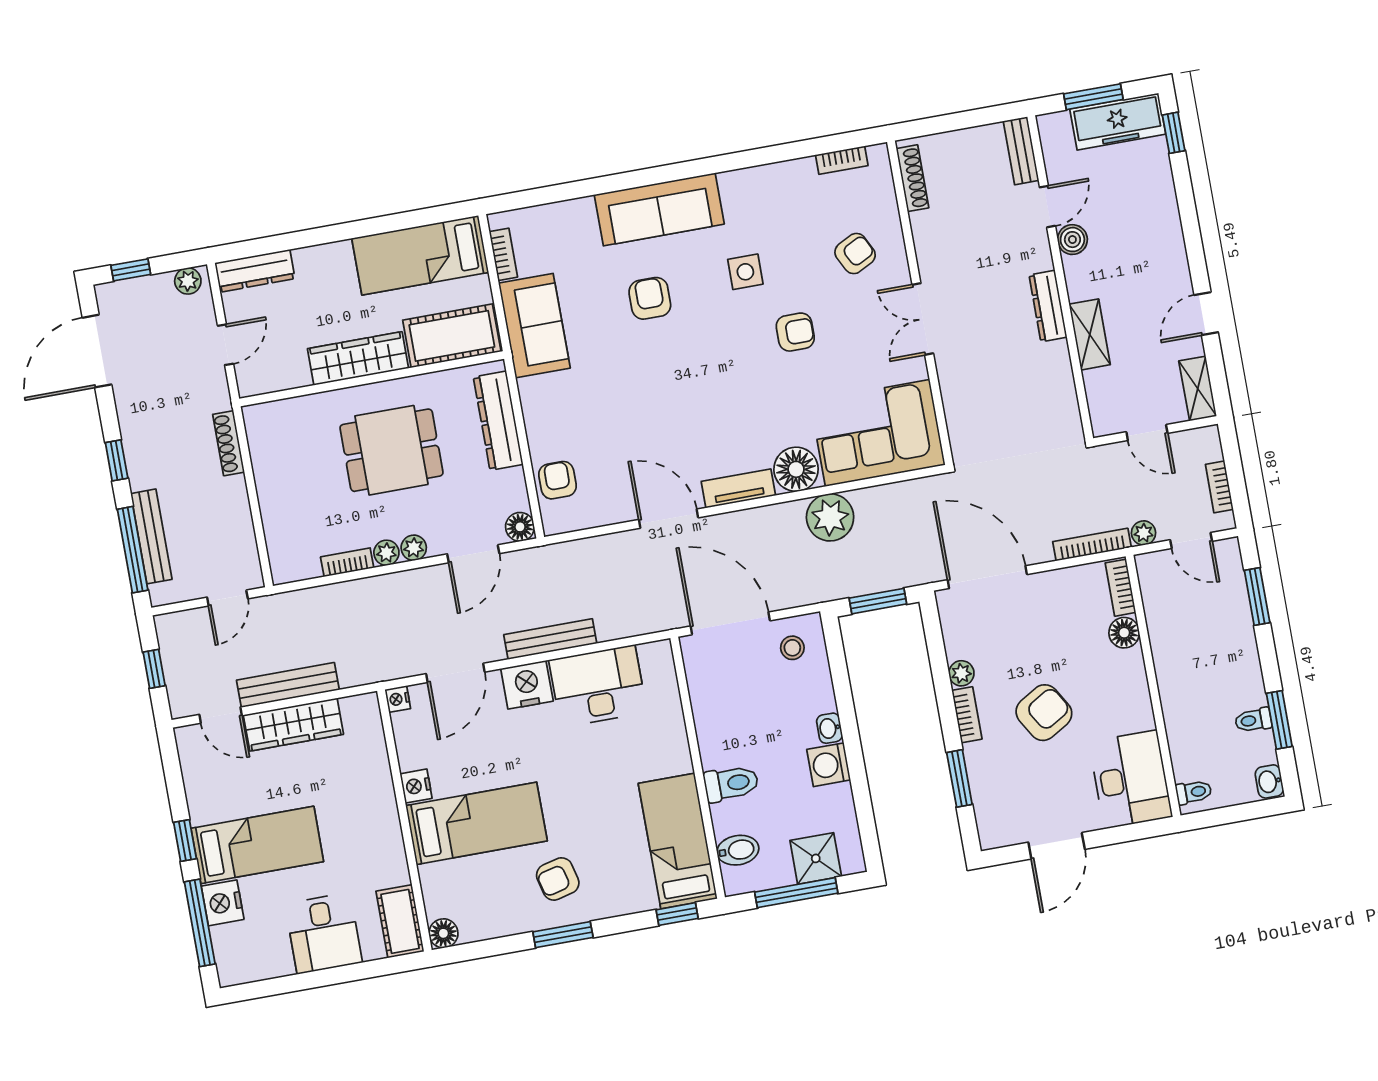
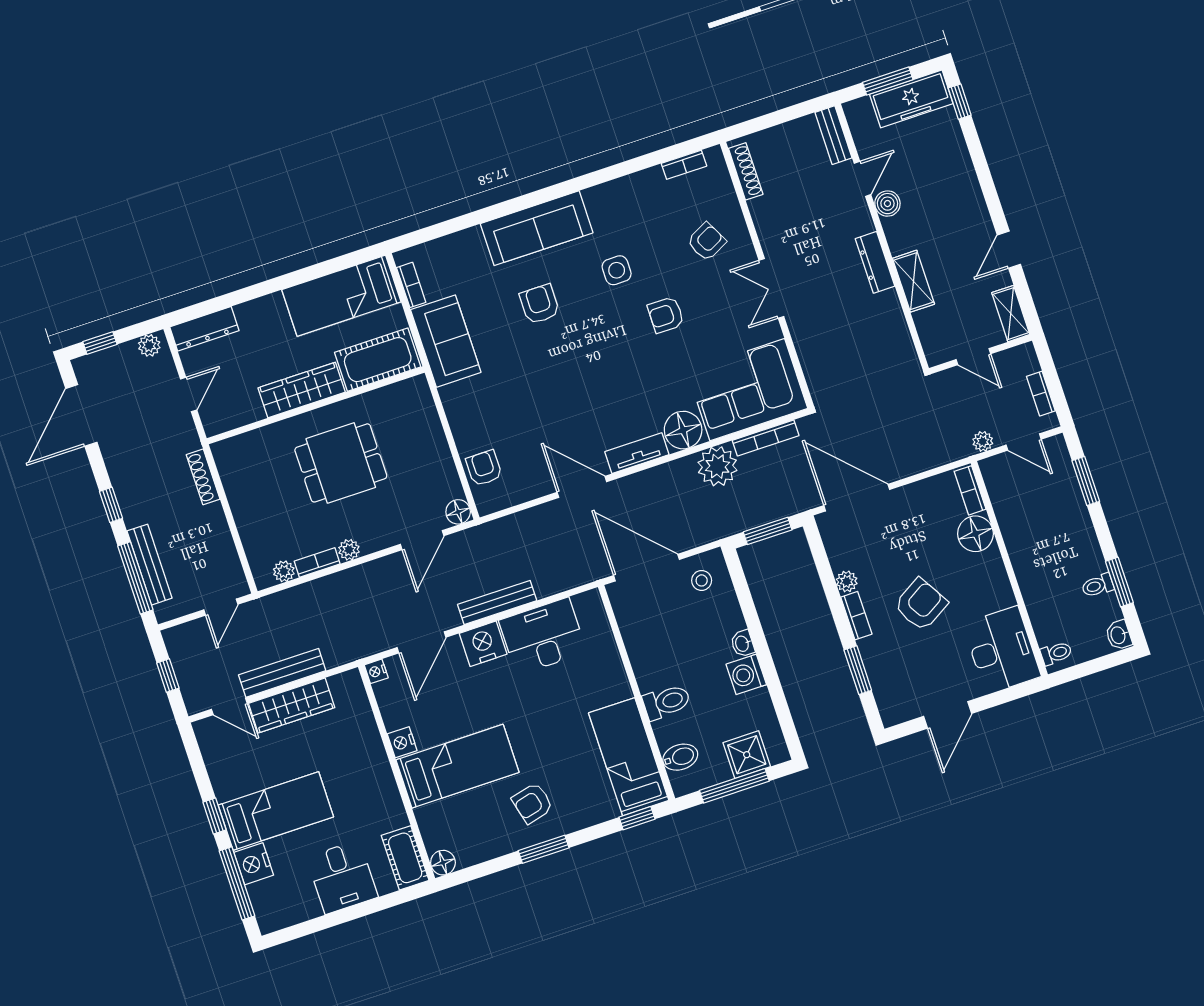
armchair: (795, 332) -> (666, 315), turned 180
dresser: (498, 421) -> (427, 425), removed
bookcase: (1092, 545) -> (766, 438), moved, turned 180
plant: (414, 548) -> (284, 571), moved
floor lamp: (1124, 633) -> (975, 534), width x1.38, depth x1.38

